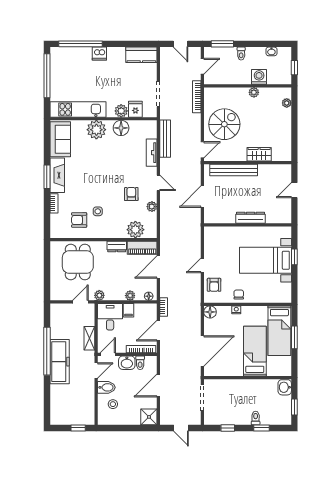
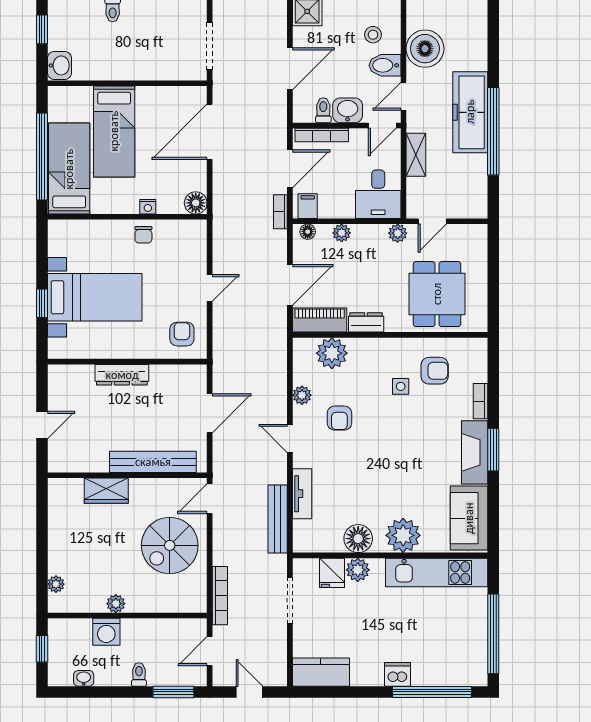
armchair: (214, 285) -> (182, 334), moved
filing cabinet: (129, 310) -> (308, 206), moved
window: (294, 337) -> (42, 157), width x2.11
boiler: (84, 396) -> (425, 49), added

